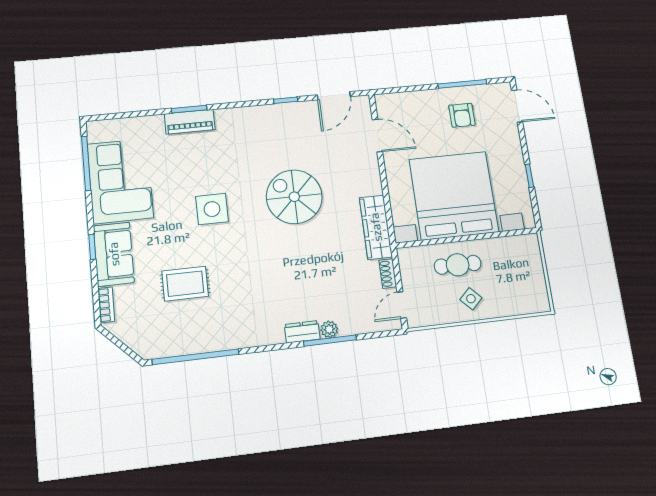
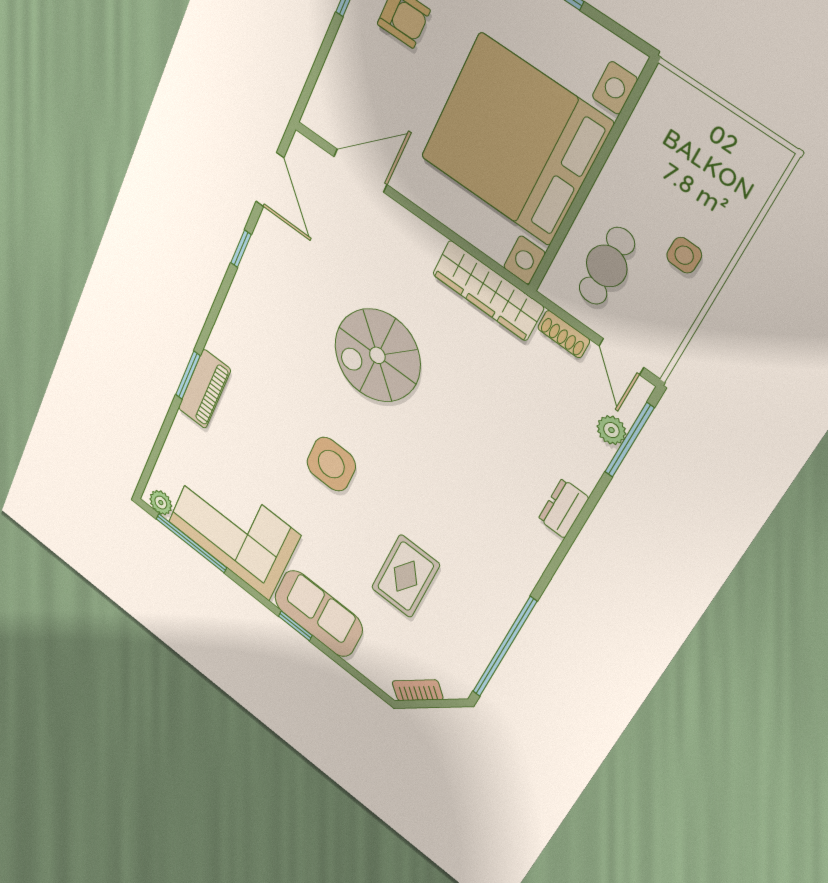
plant: (95, 134) -> (161, 503), added
cafe table: (458, 265) -> (607, 266), moved
side table: (471, 299) -> (684, 255), turned 45
bookcase: (106, 305) -> (418, 690), moved, turned -45
plant: (329, 329) -> (611, 430), moved
window: (330, 341) -> (629, 440), moved

